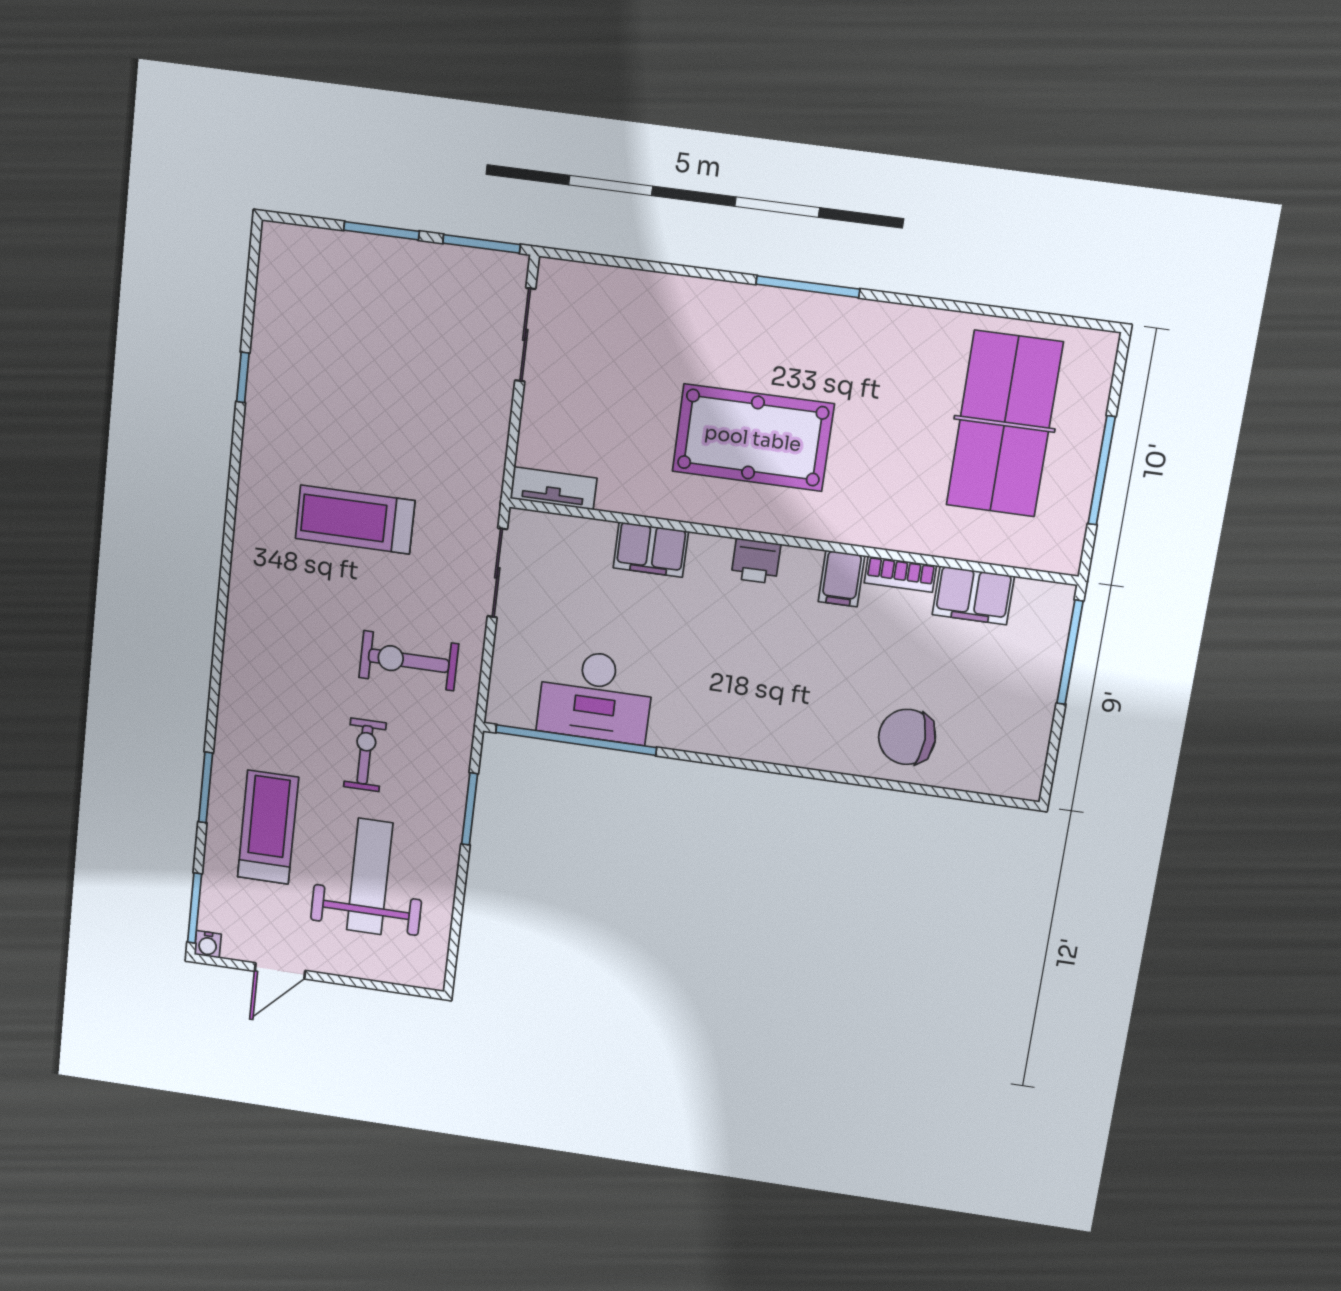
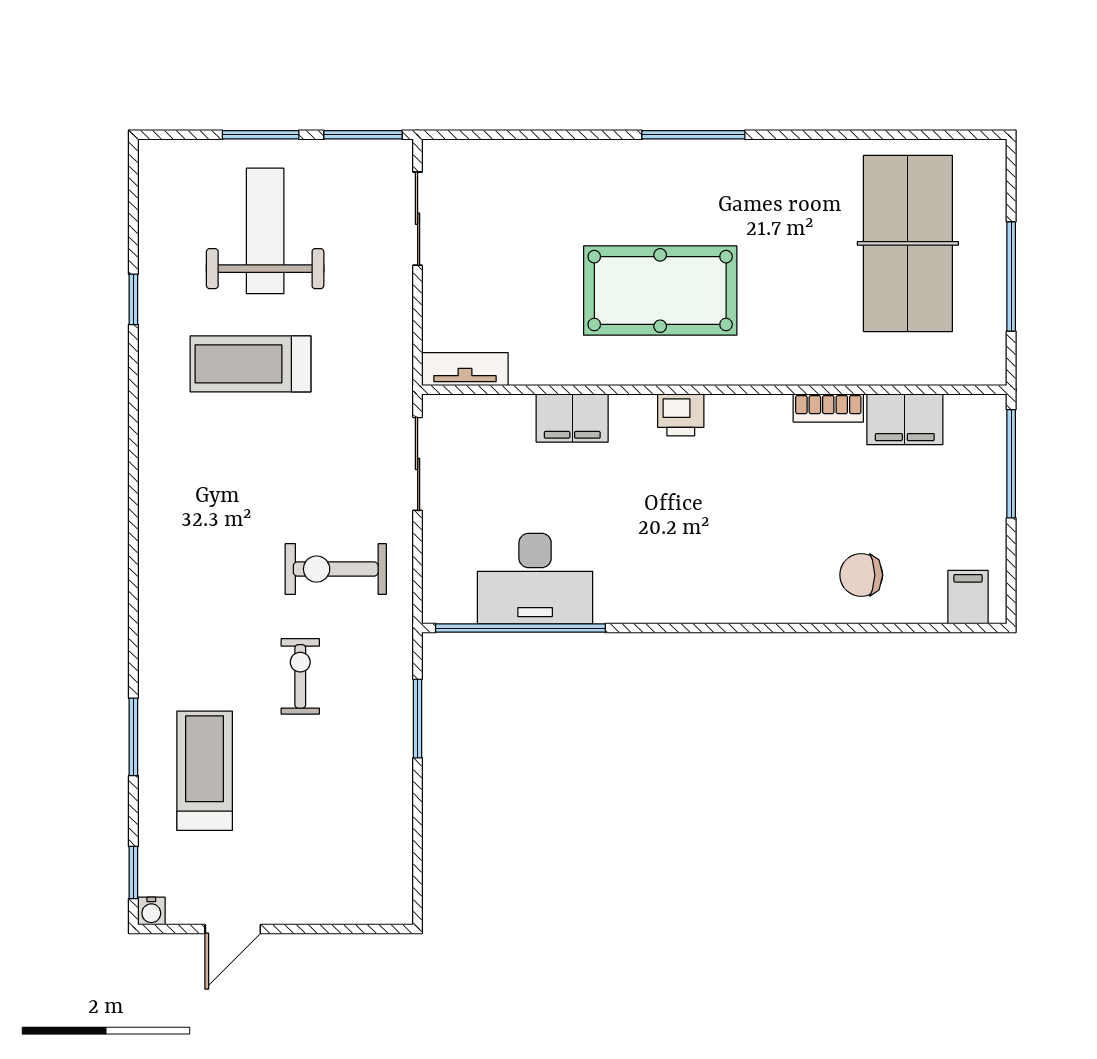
treadmill: (355, 520) -> (251, 364), moved
filing cabinet: (841, 579) -> (968, 597), moved, turned 180
chair: (907, 737) -> (861, 575), width x0.73, depth x0.73
weight bench: (370, 877) -> (265, 231), moved
window: (195, 908) -> (133, 873), width x0.67

